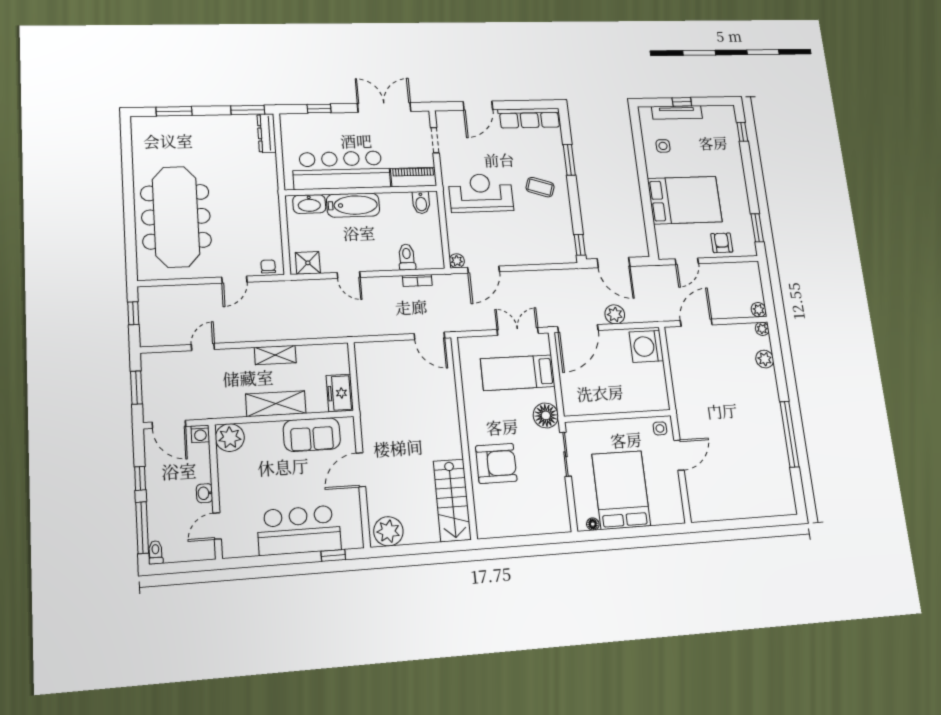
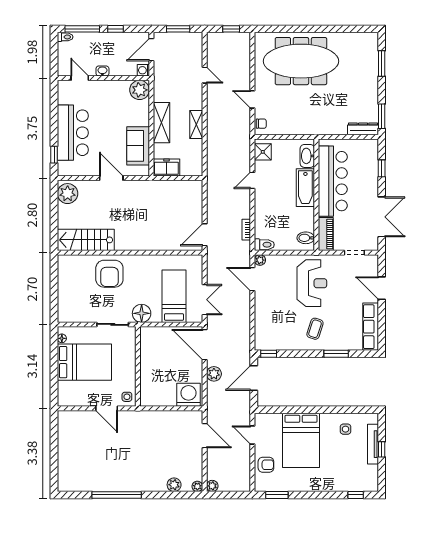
toilet: (407, 257) -> (264, 245), moved

